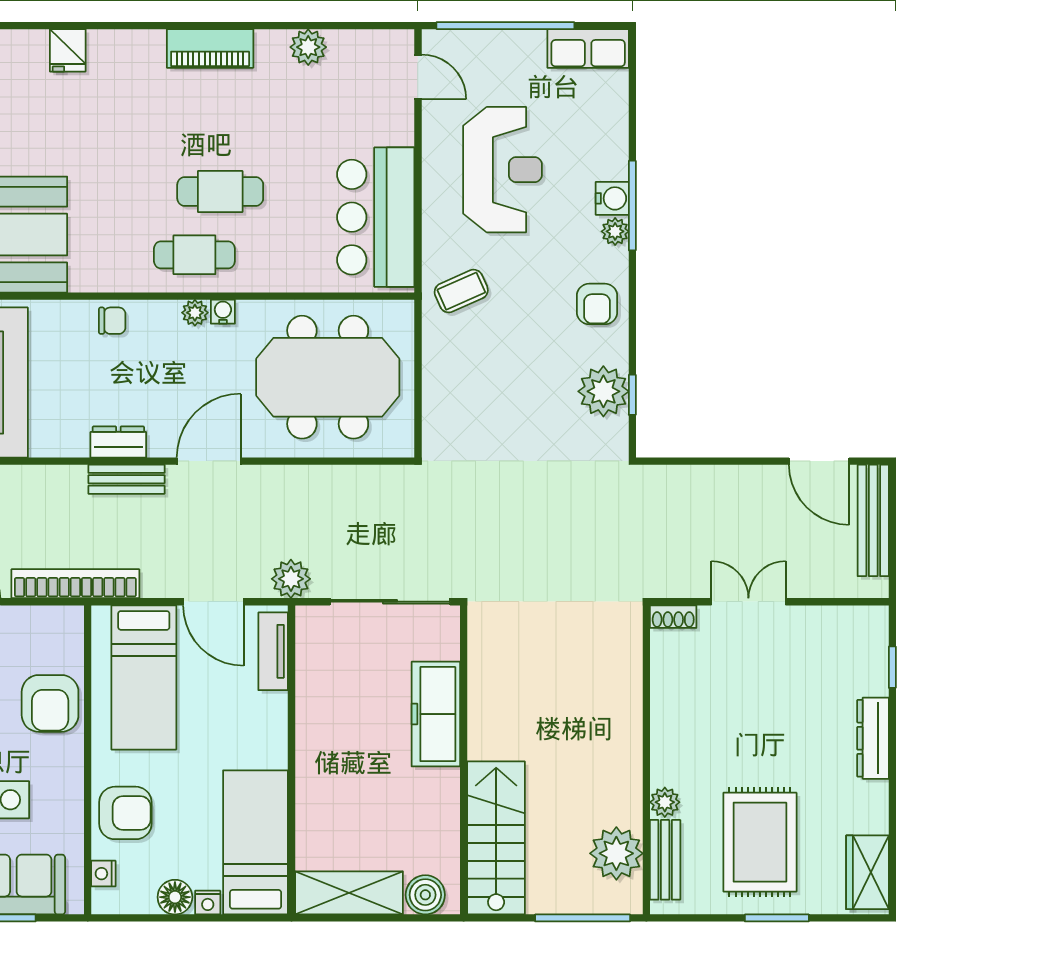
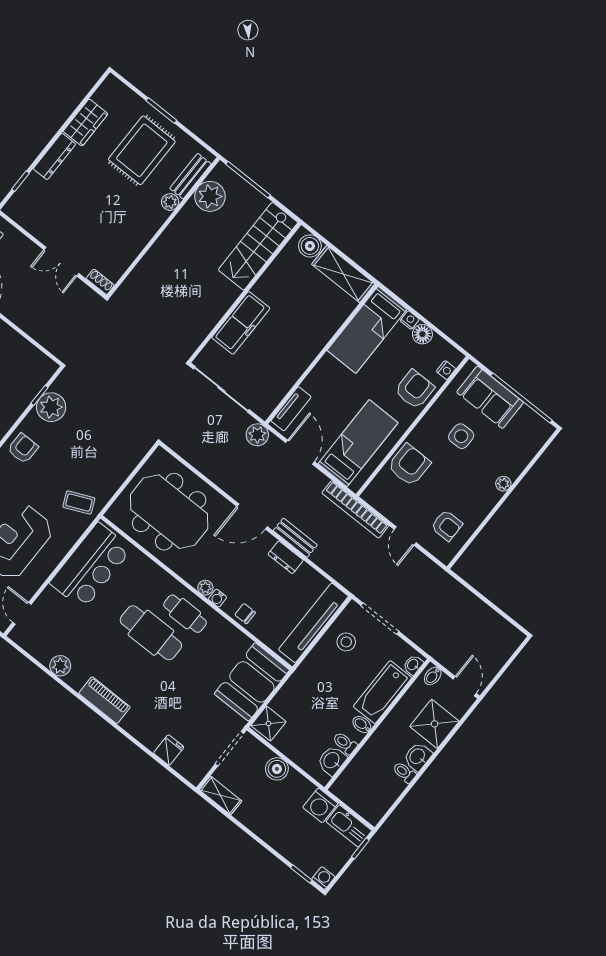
cafe table: (220, 191) -> (151, 633), width x1.37, depth x1.35
water cooler: (223, 312) -> (217, 598), moved
armchair: (125, 813) -> (415, 389), turned 90
wardrobe: (867, 872) -> (86, 123), moved

